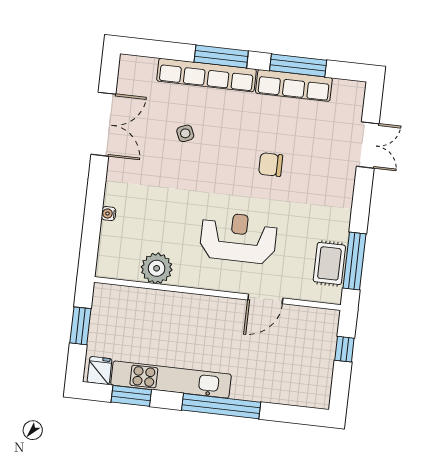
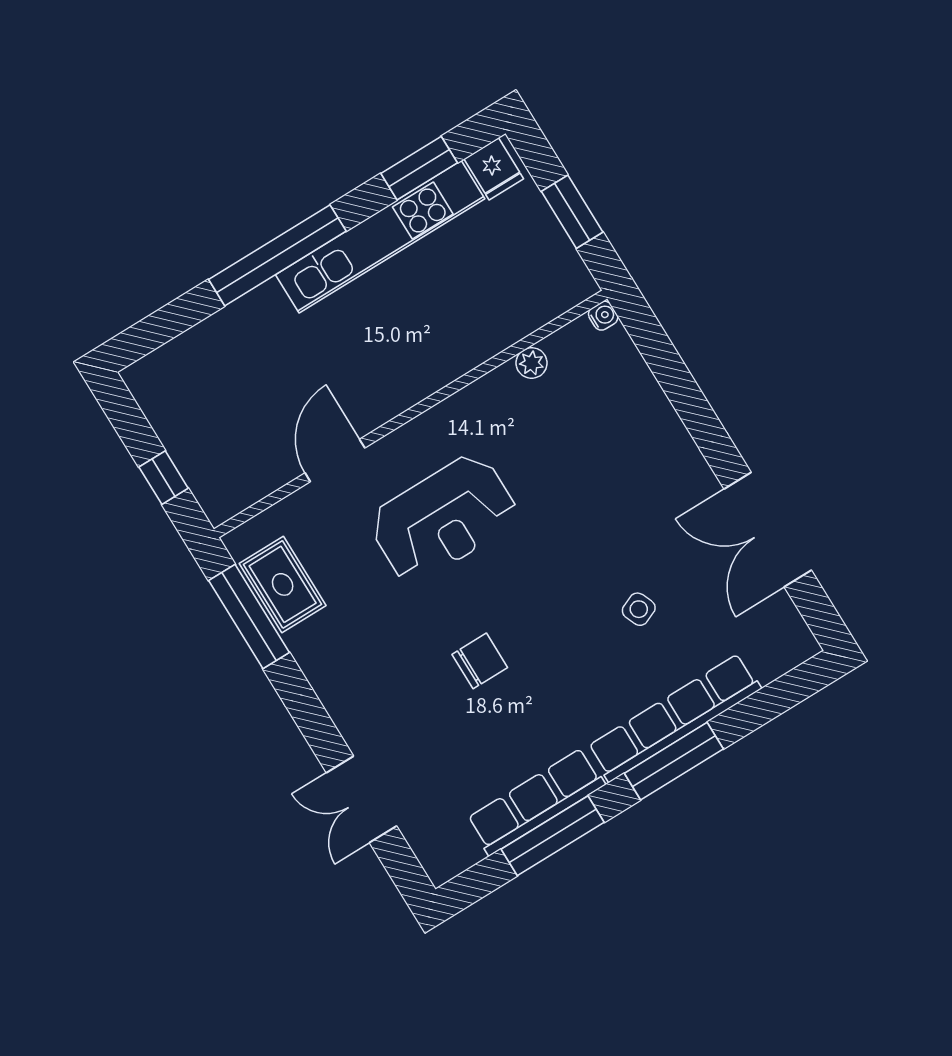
water cooler: (109, 214) -> (603, 316), moved
plant: (157, 268) -> (532, 363), width x0.53, depth x0.53

